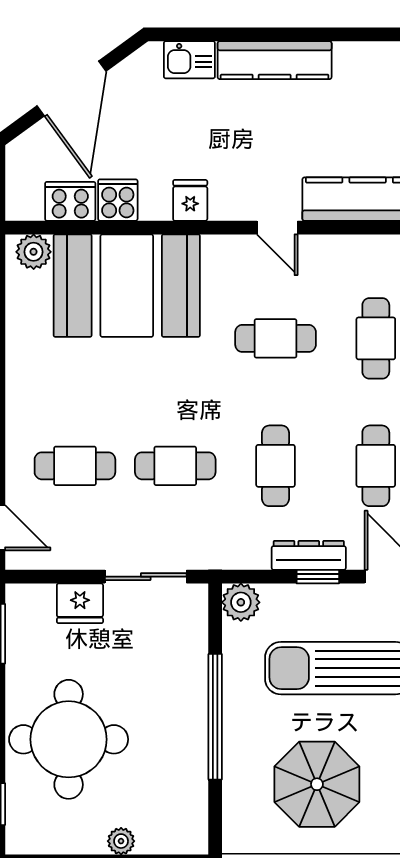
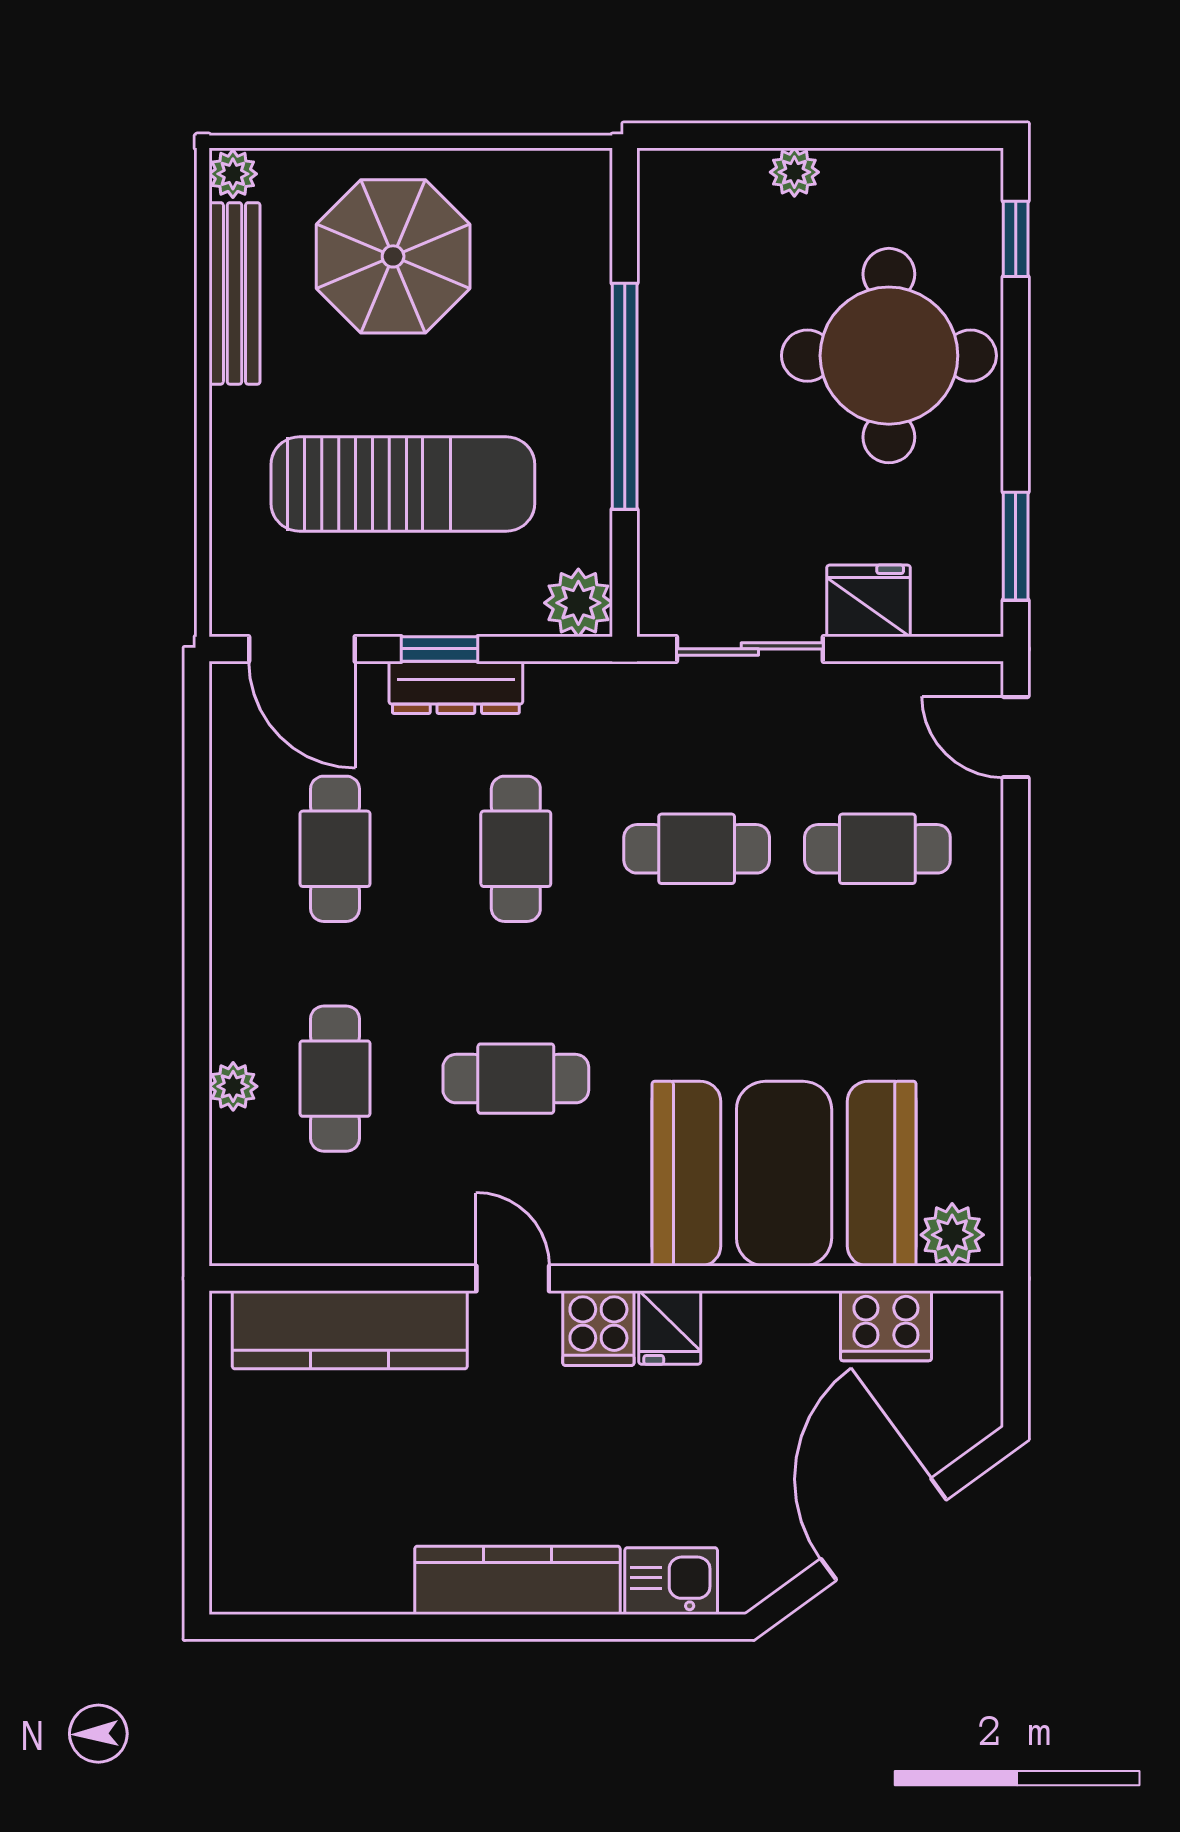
cooker: (118, 200) -> (598, 1328), moved
parasol: (317, 784) -> (393, 256), moved

